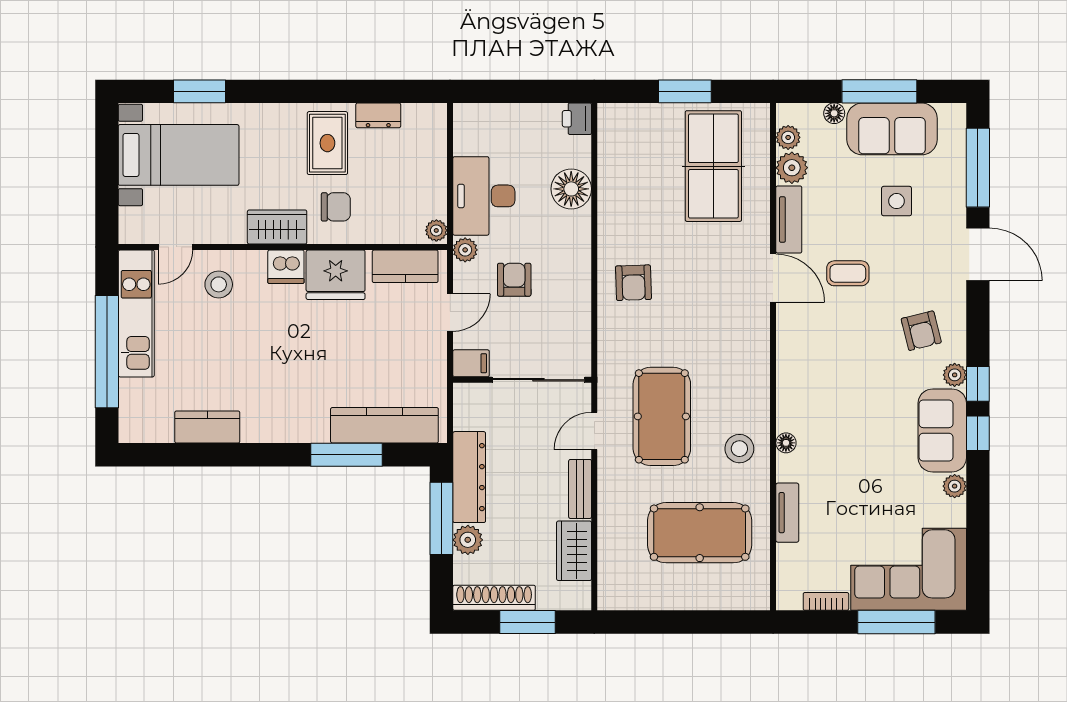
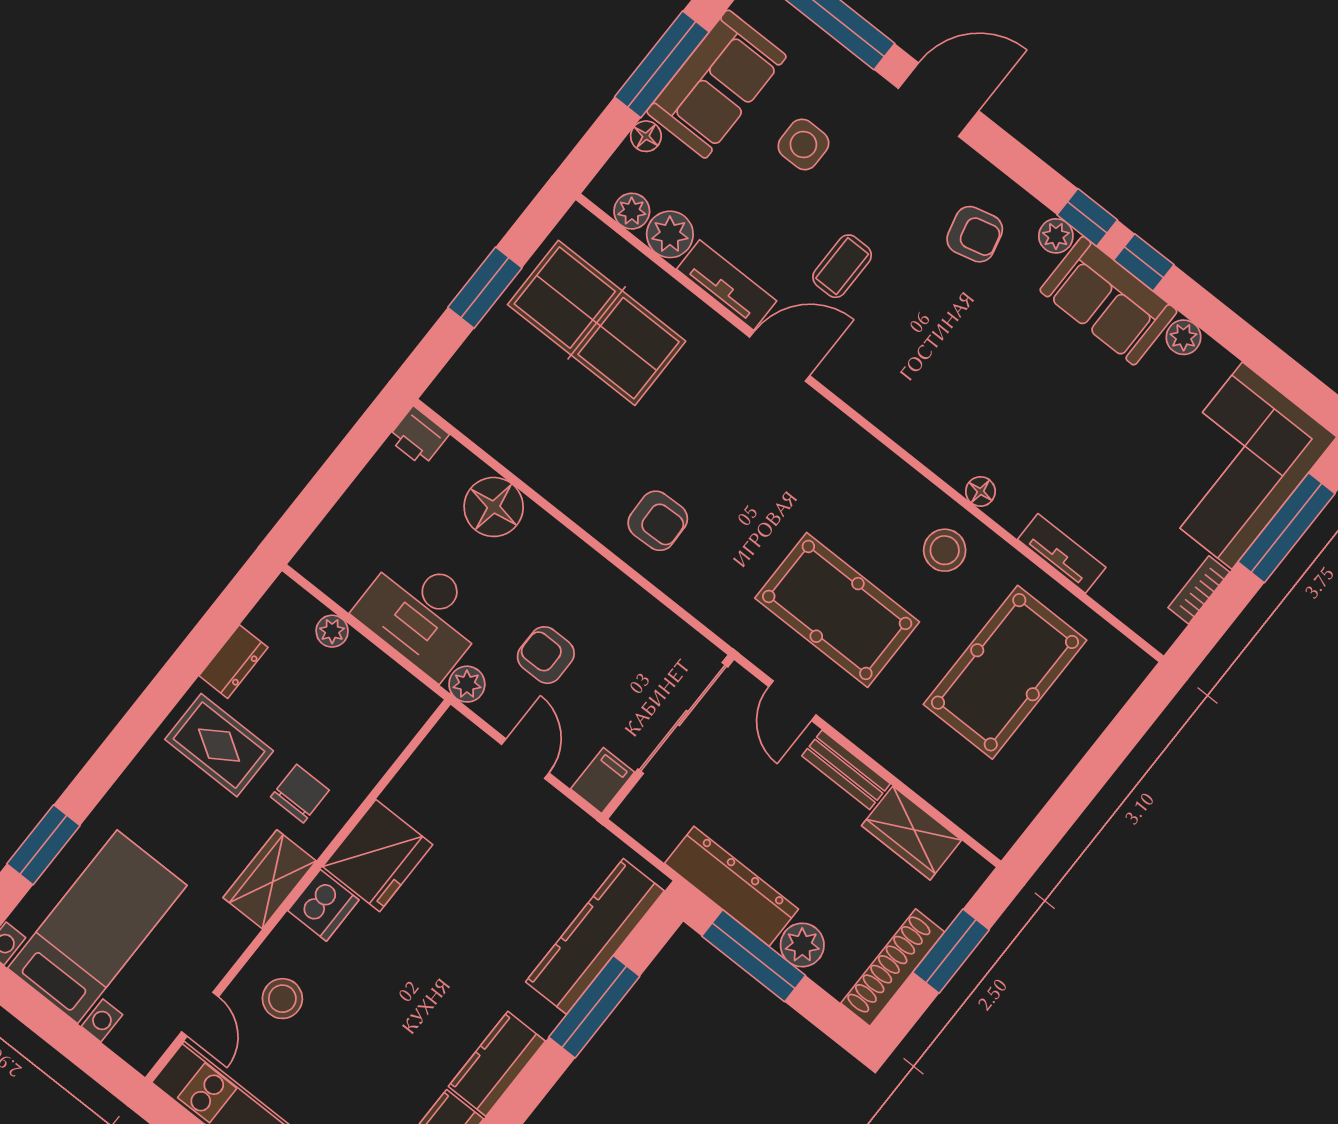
plant: (436, 230) -> (332, 631), moved
kitchen counter: (405, 266) -> (497, 1064), moved, turned 180

